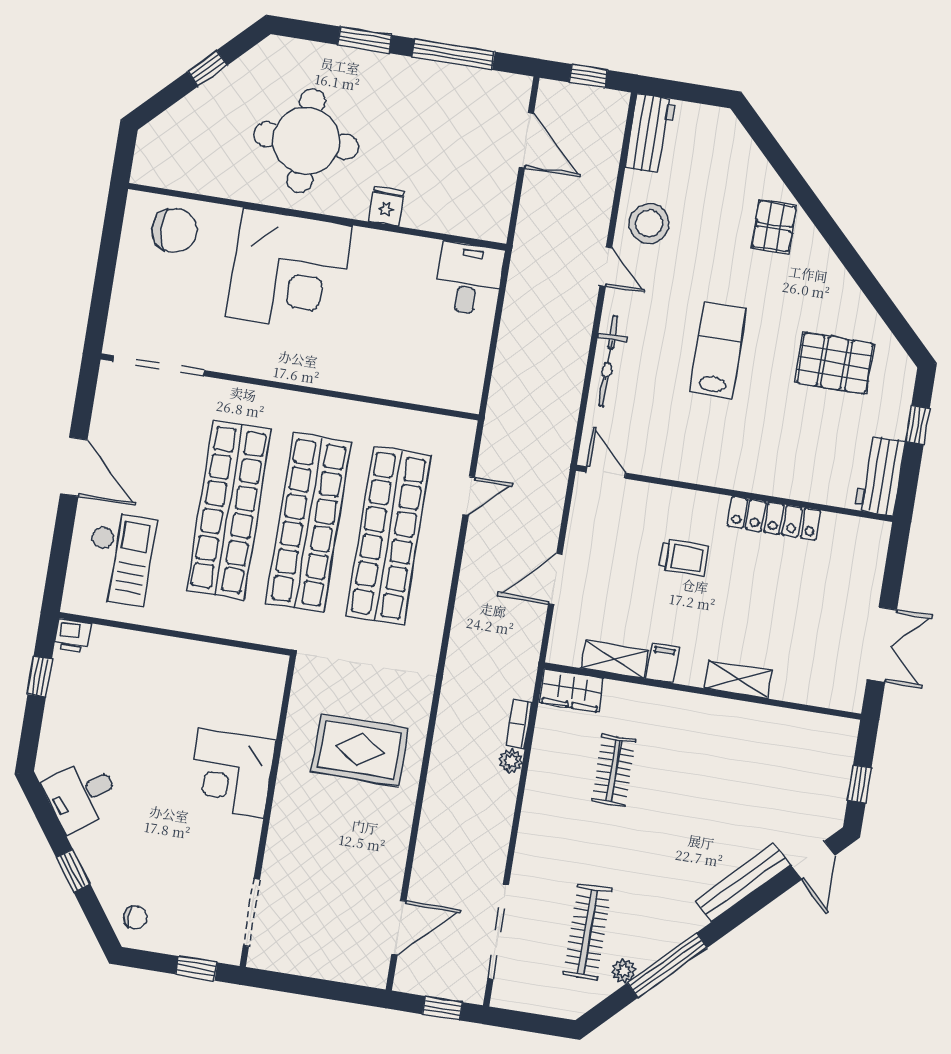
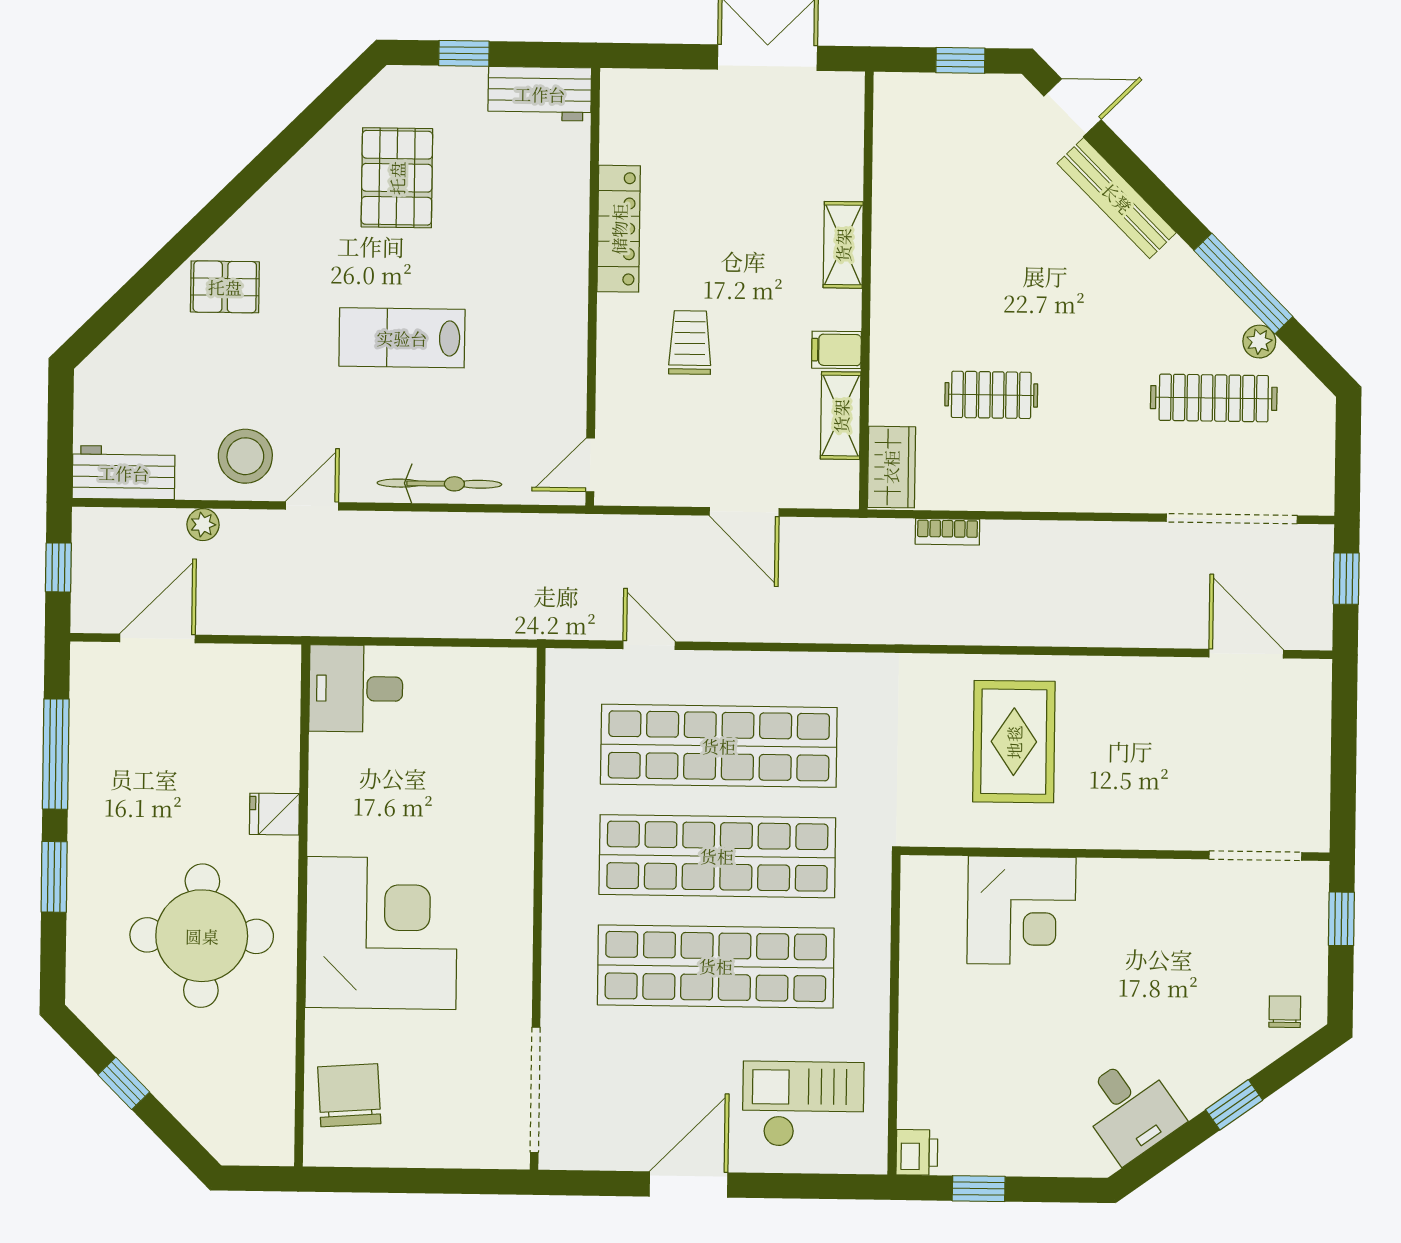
plant: (511, 761) -> (203, 525), moved
corner desk: (231, 773) -> (1021, 910), moved

